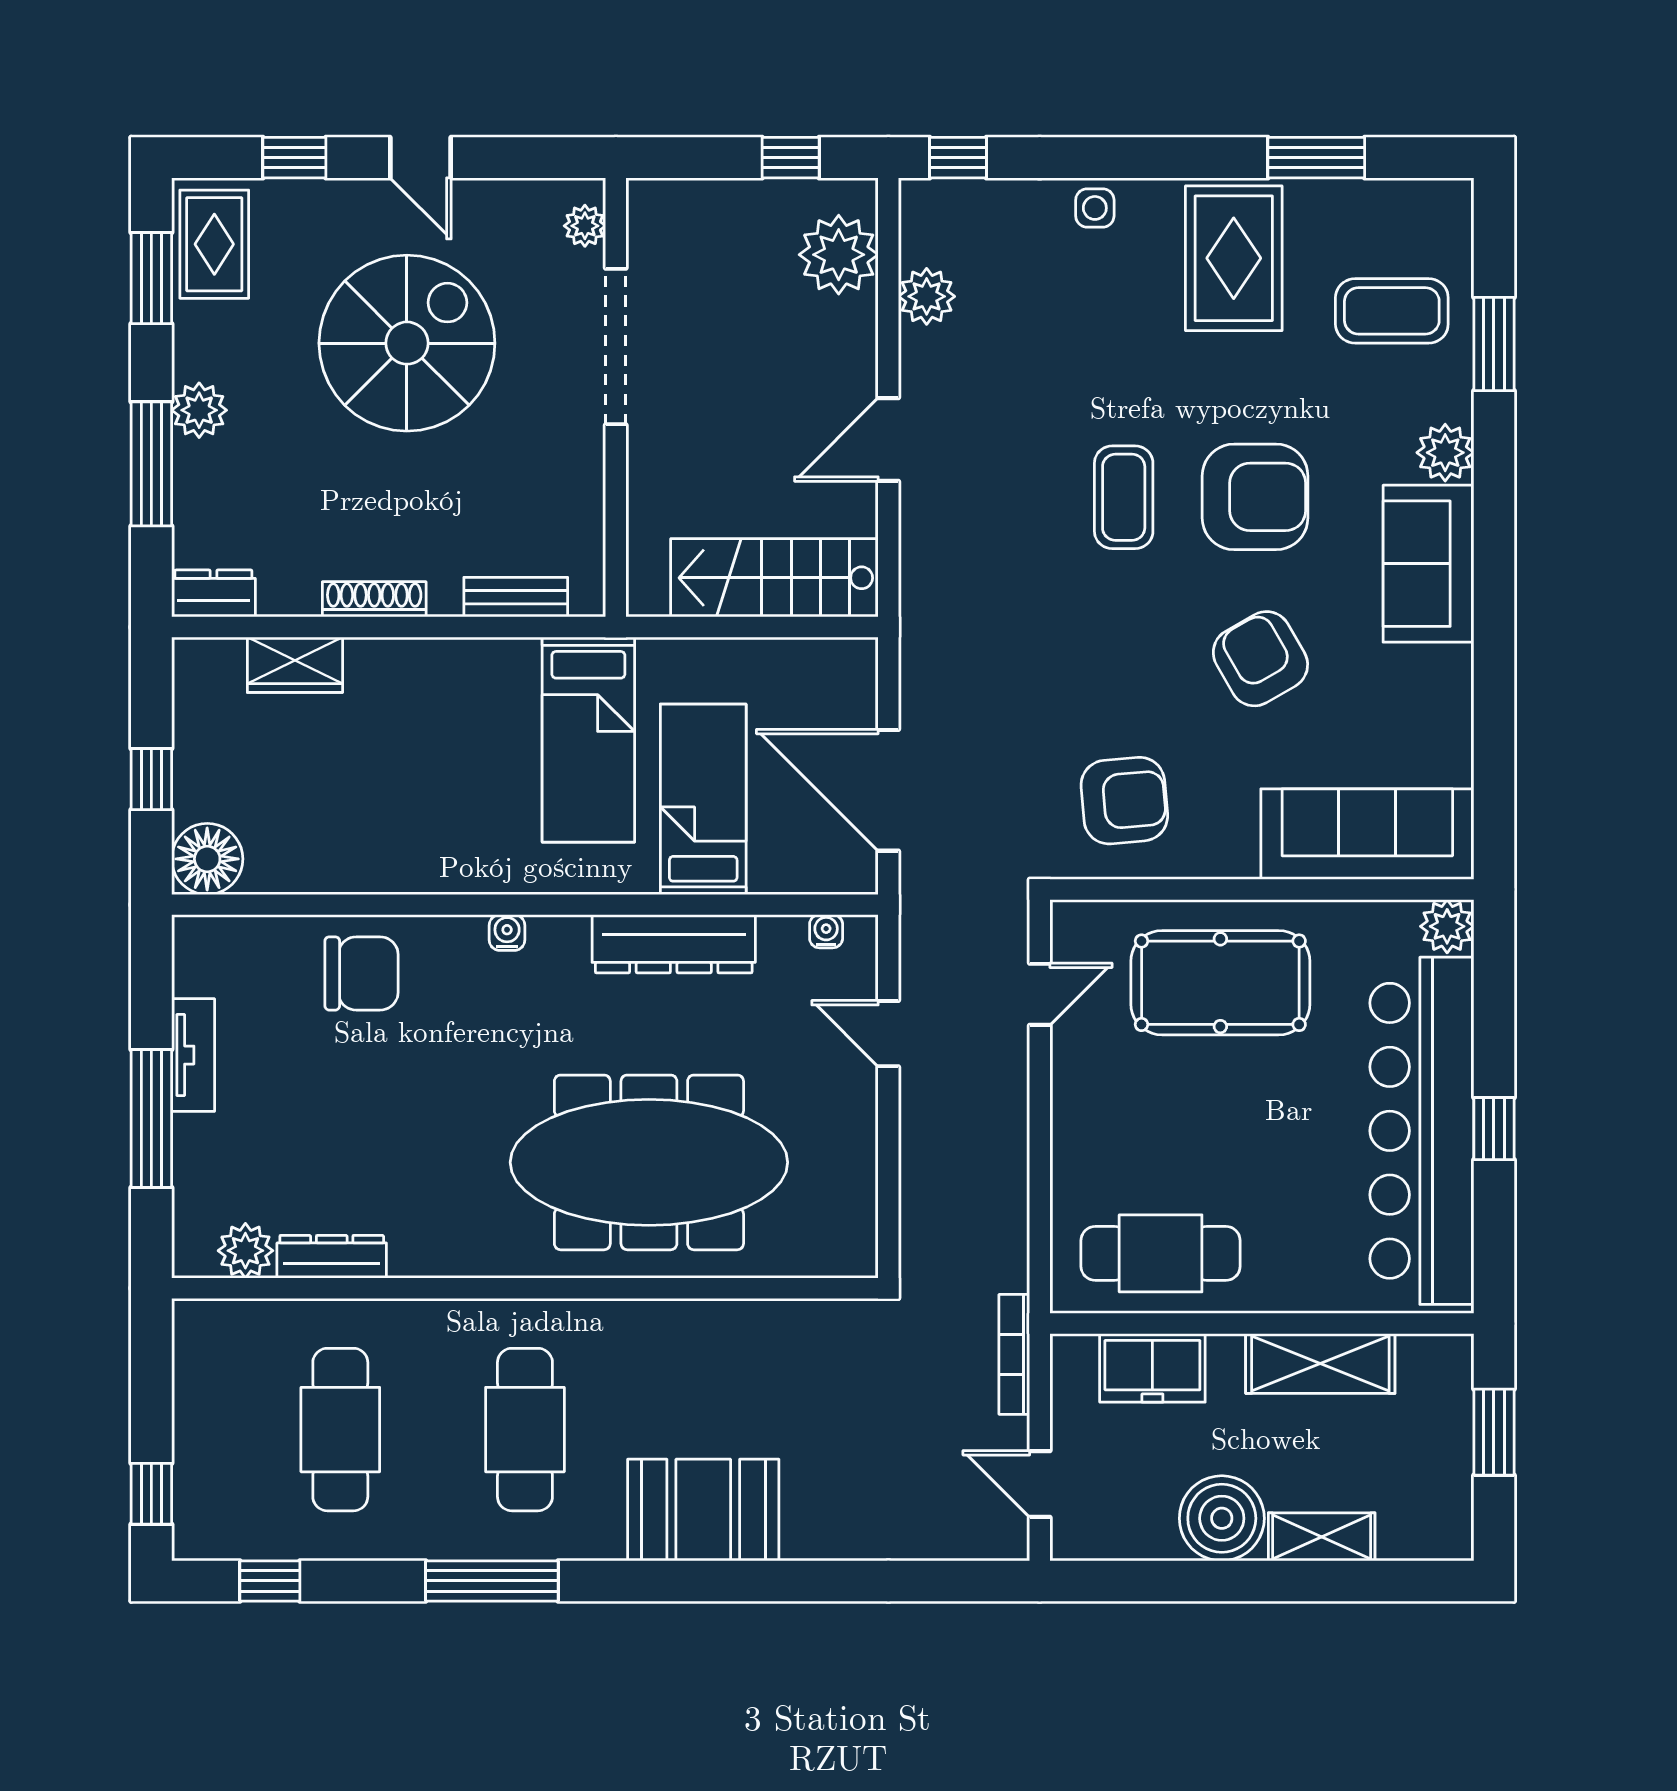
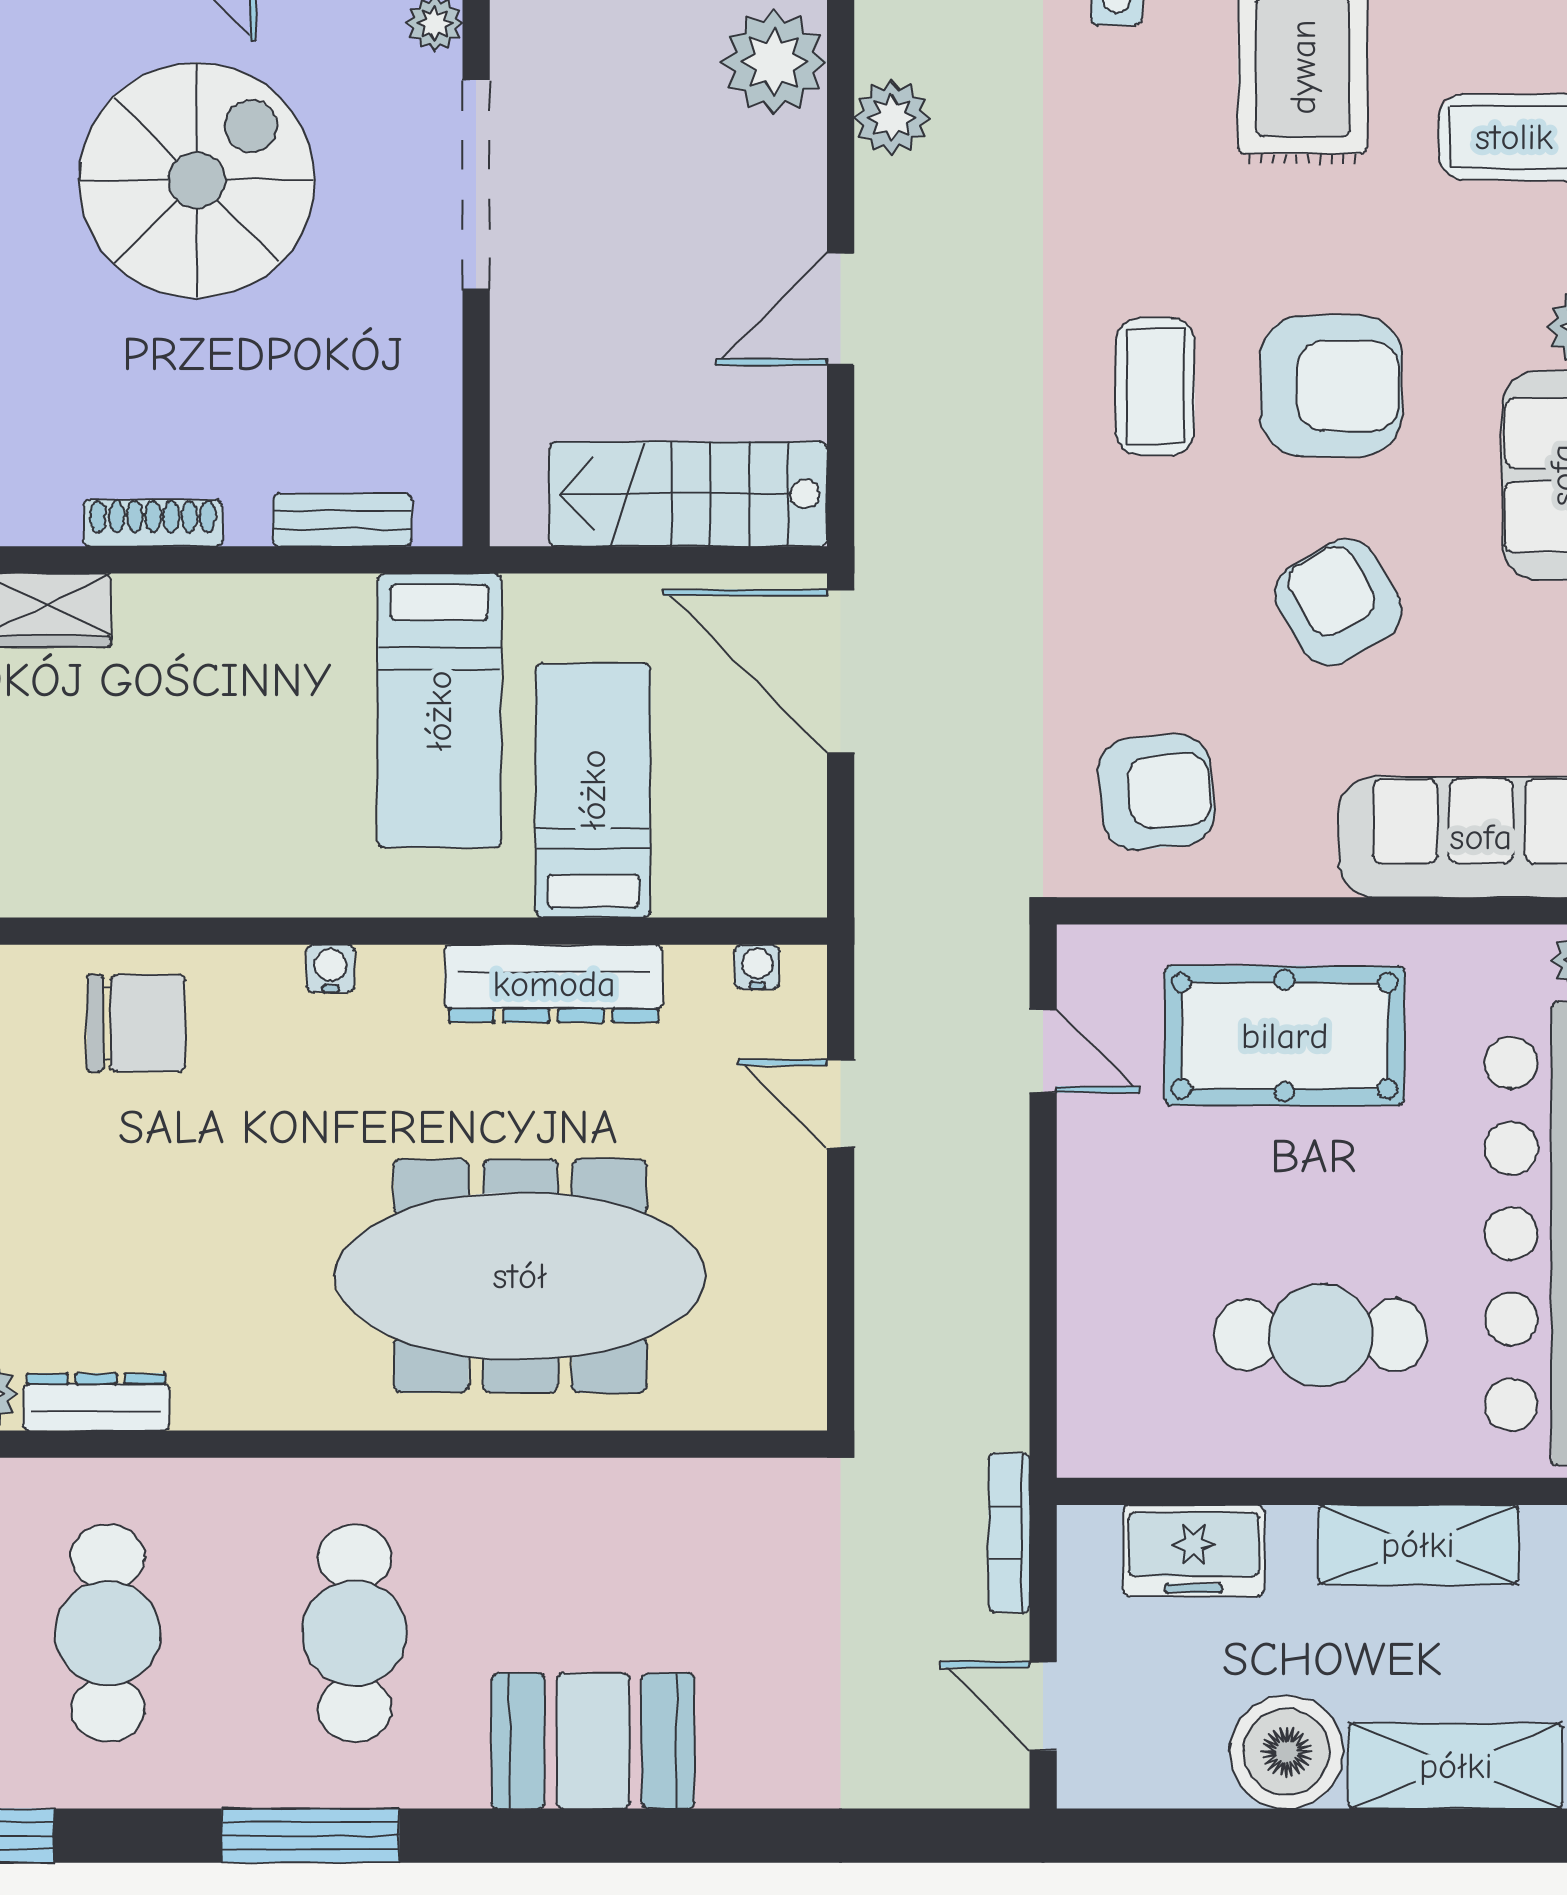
door: (888, 790) -> (841, 671), moved
door: (1040, 994) -> (1043, 1051), hinge flipped
cafe table: (1161, 1253) -> (1321, 1335), moved
shelving: (1322, 1537) -> (1456, 1766), width x1.50, depth x1.33

